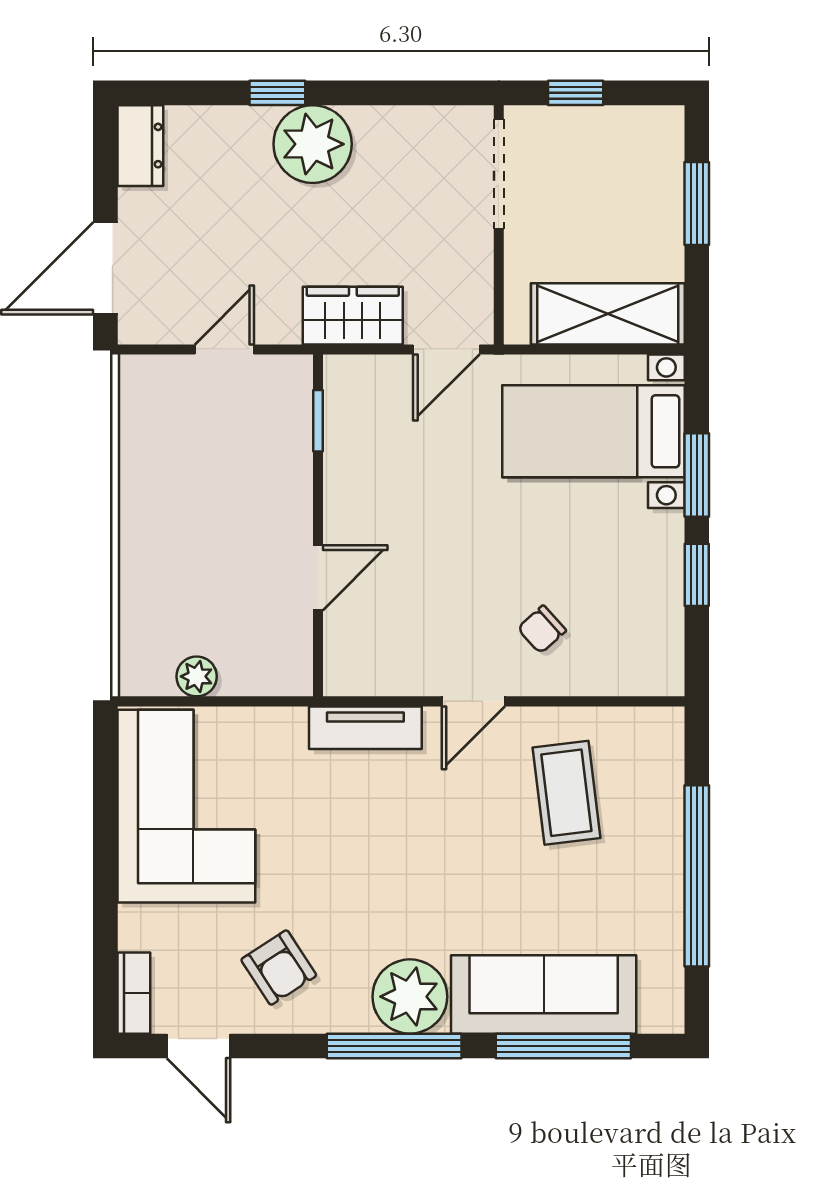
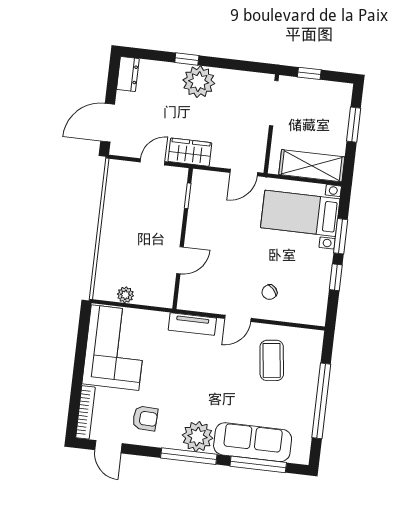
wardrobe: (353, 316) -> (190, 152), moved
armchair: (279, 968) -> (145, 418), turned -55
bookcase: (134, 993) -> (85, 412), width x1.56

